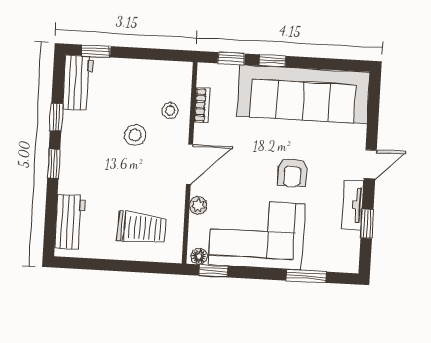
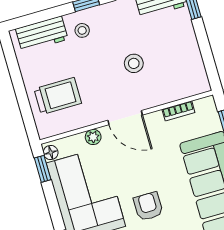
stool: (170, 111) -> (82, 30), moved
armchair: (292, 173) -> (148, 206), turned 90
trolley: (142, 228) -> (58, 96), turned -92

